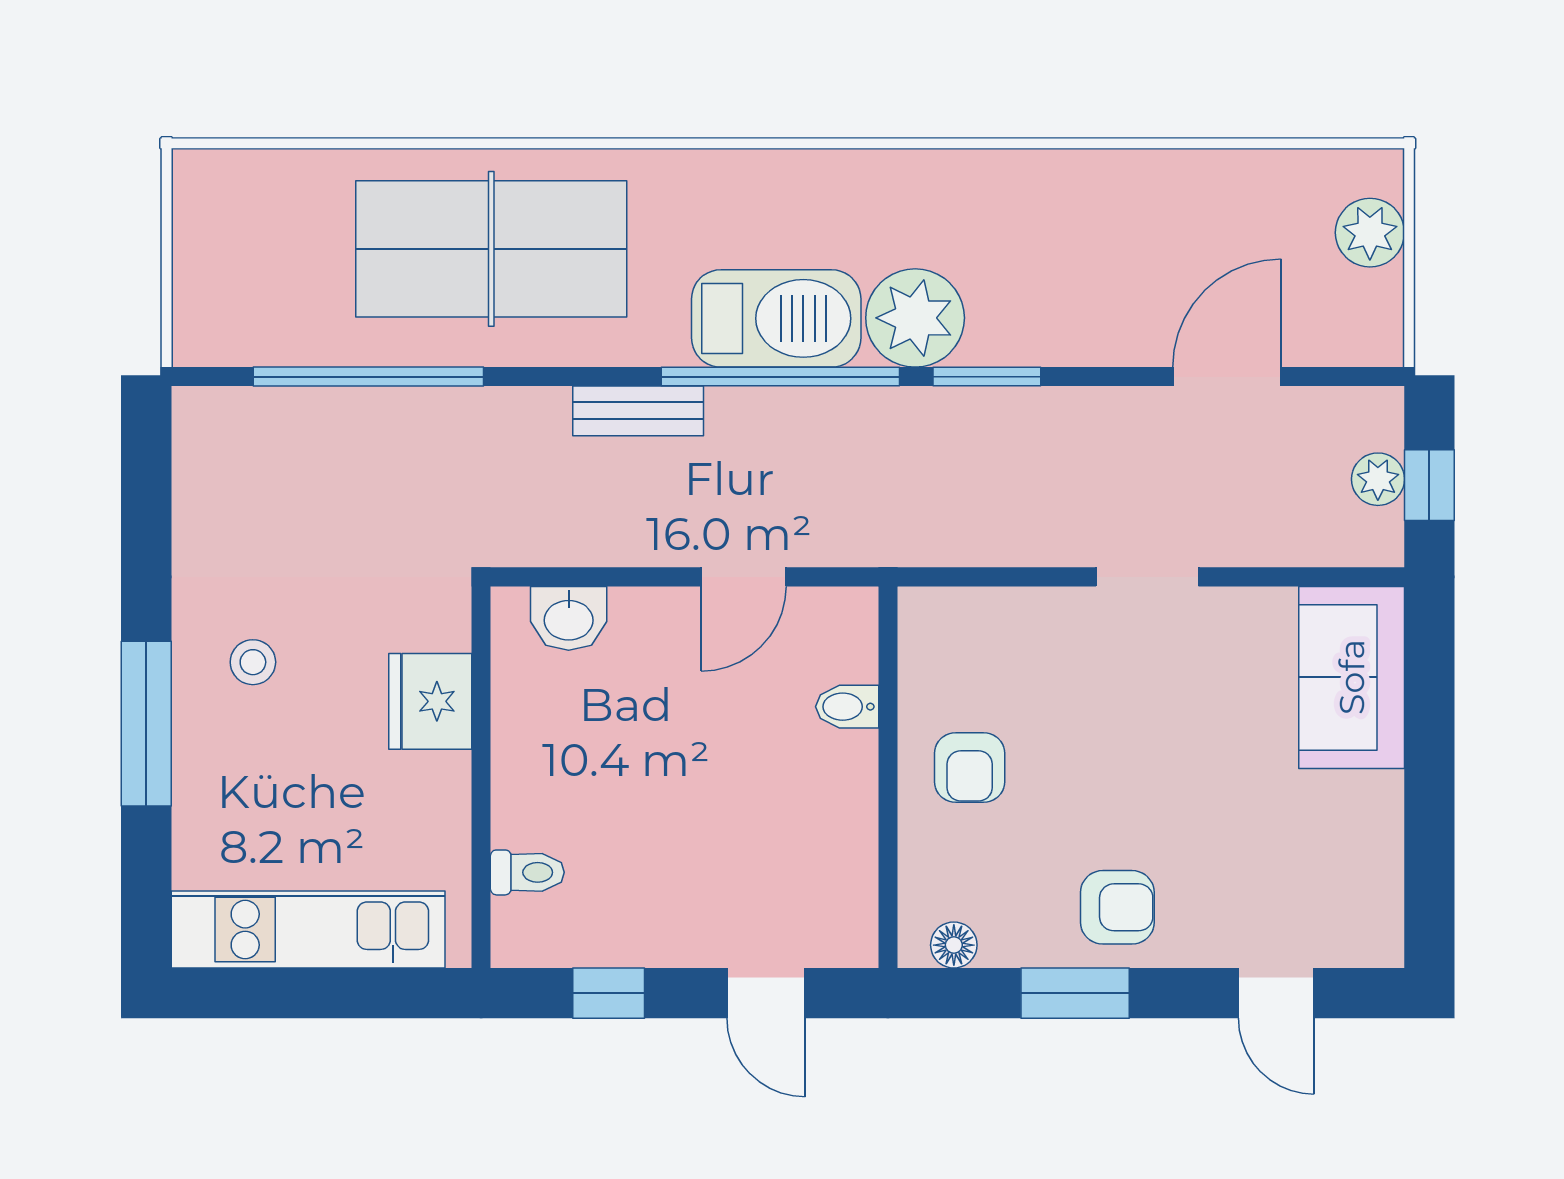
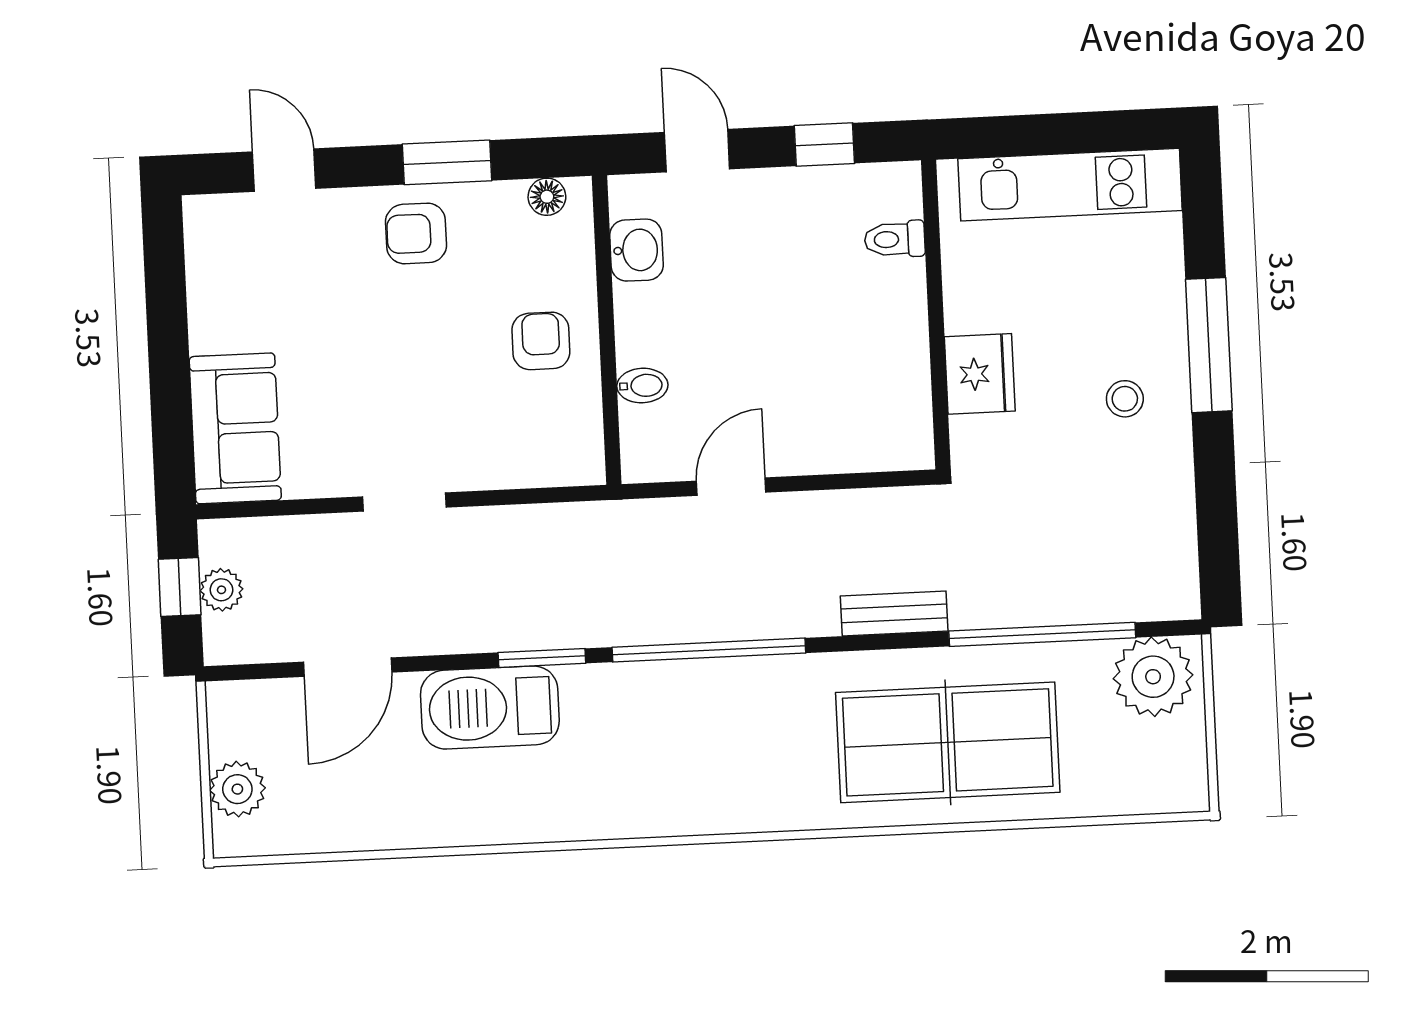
barbecue: (776, 318) -> (490, 708), moved
plant: (915, 318) -> (1153, 677), moved
bench: (638, 411) -> (894, 614), moved
washbasin: (569, 618) -> (636, 250), moved, turned 90

